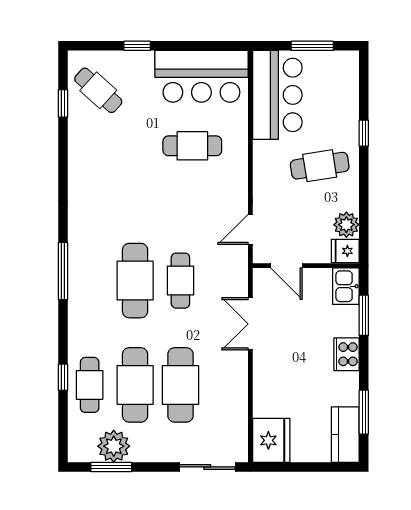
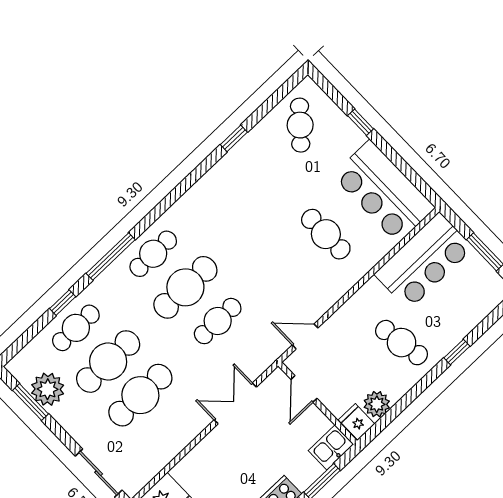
window: (63, 103) -> (234, 138), moved
window: (63, 271) -> (111, 257), moved
cafe table: (90, 281) -> (153, 254), added

